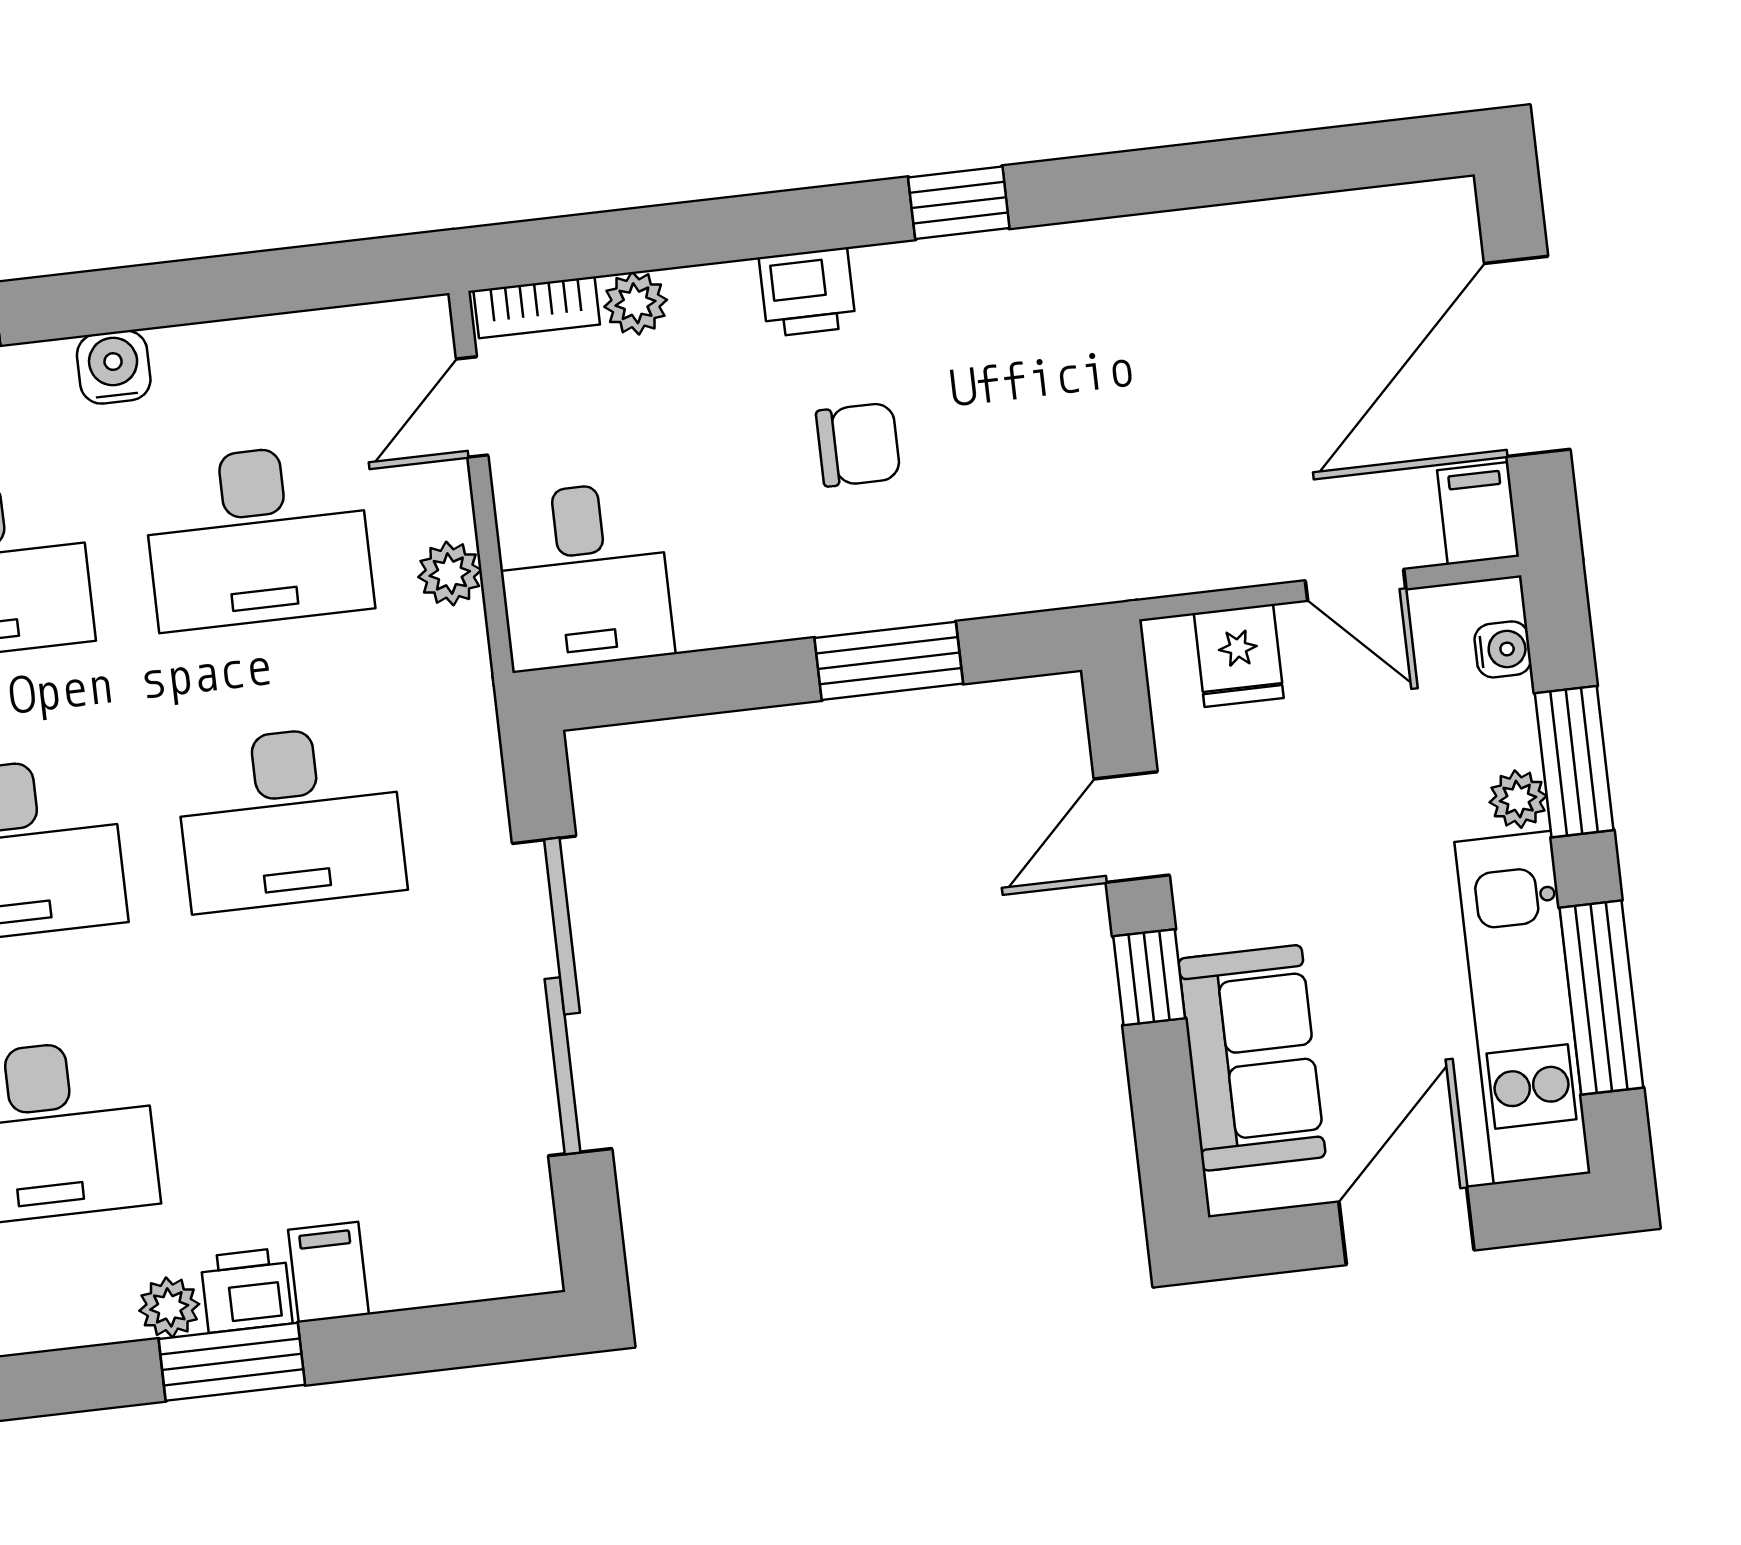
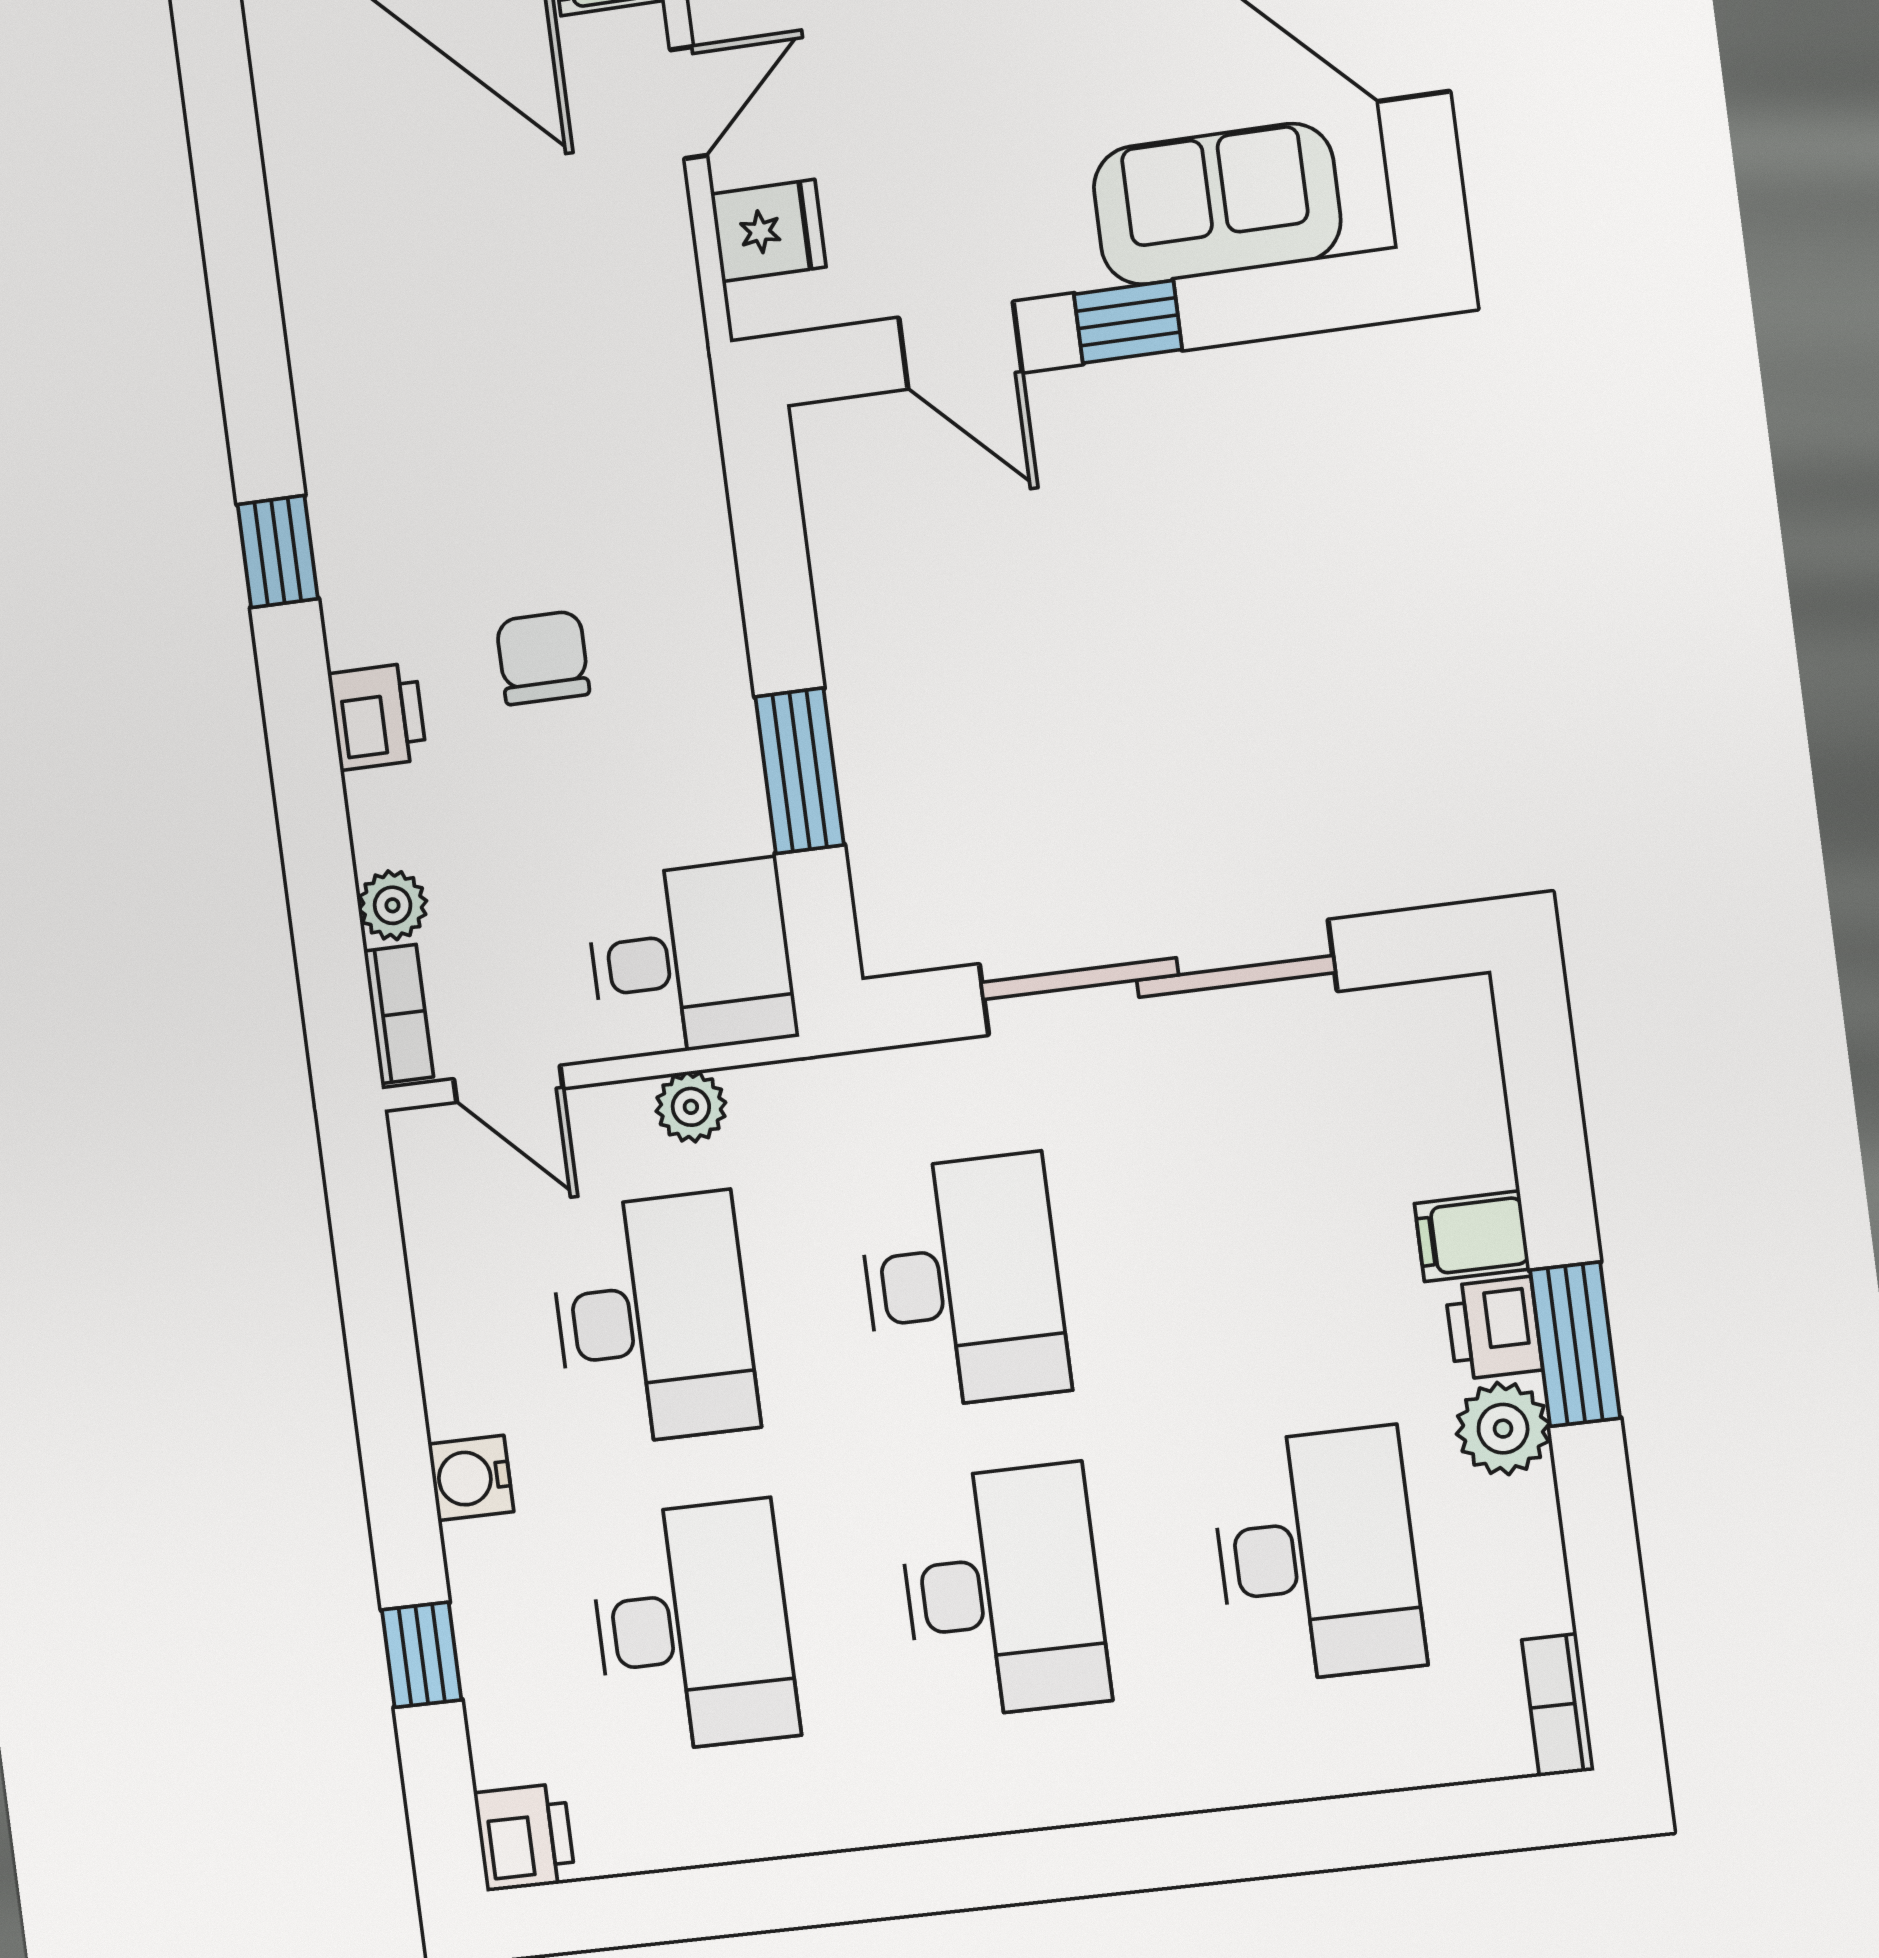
window: (889, 661) -> (800, 771), moved
plant: (169, 1307) -> (1503, 1429), width x1.38, depth x1.38

